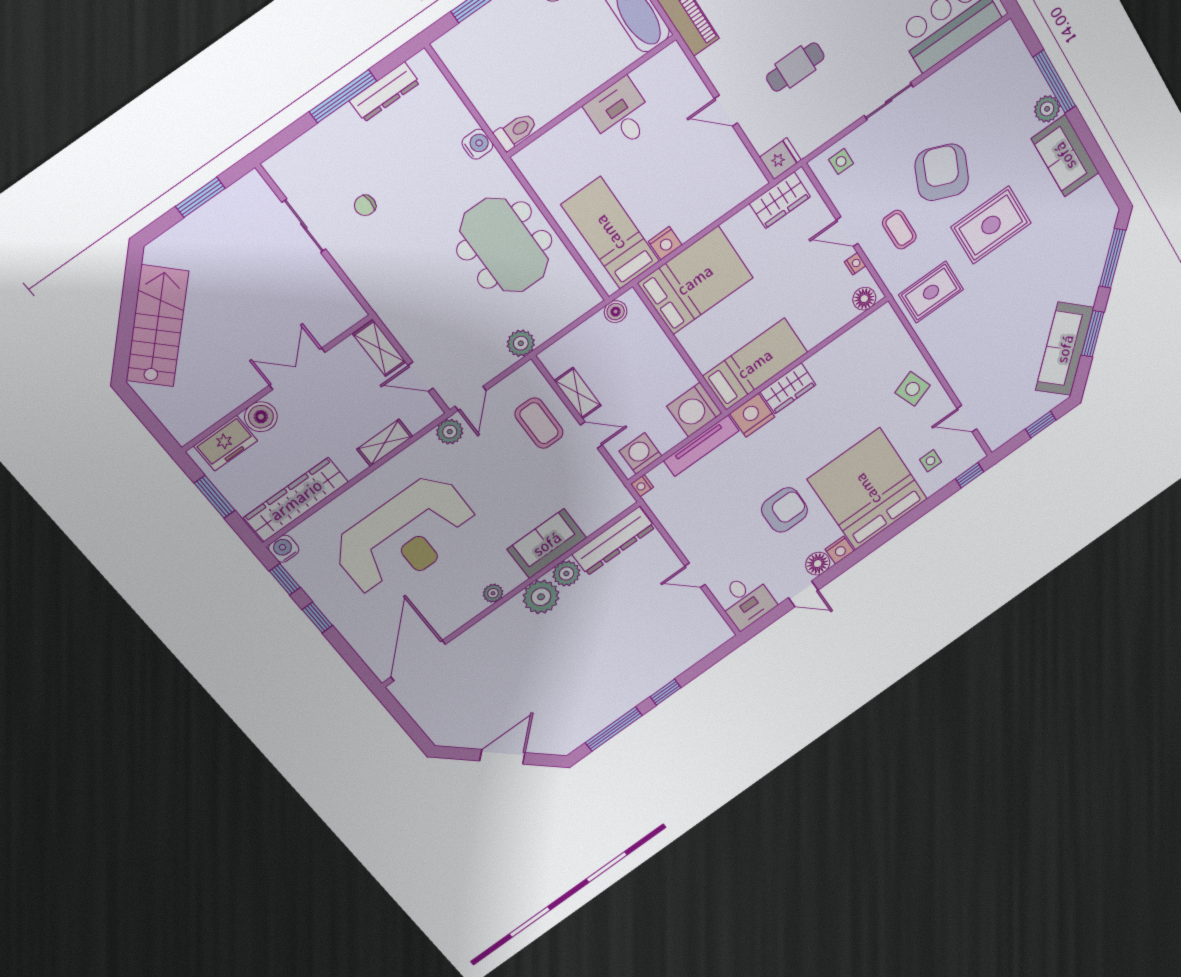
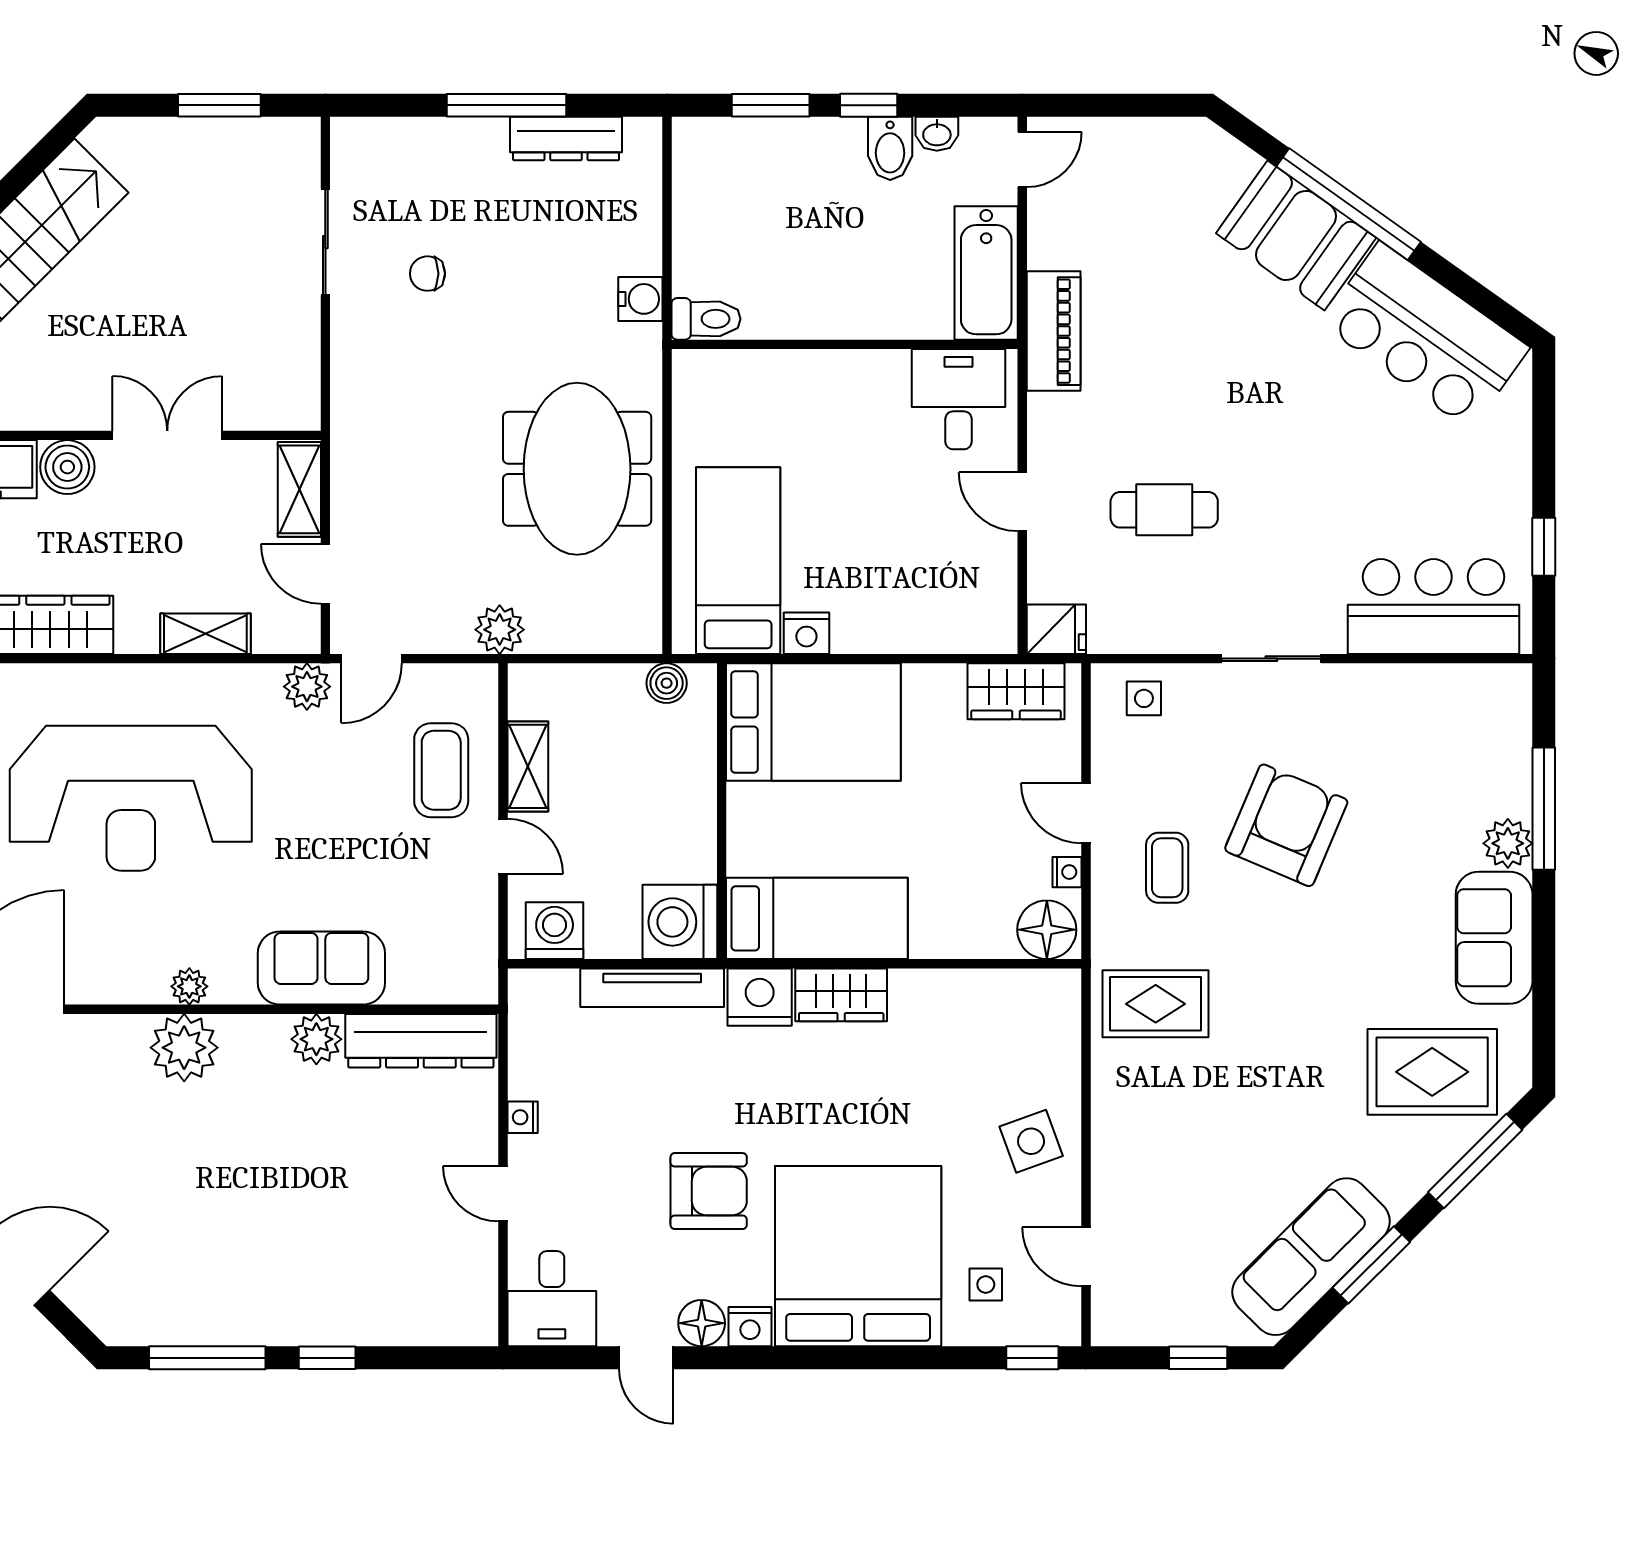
desk: (620, 114) -> (958, 399), moved
rug: (991, 225) -> (1432, 1072), moved
floor lamp: (864, 299) -> (1047, 930), width x1.38, depth x1.38
nightstand: (642, 486) -> (523, 1117), moved
plant: (541, 597) -> (184, 1048), moved

